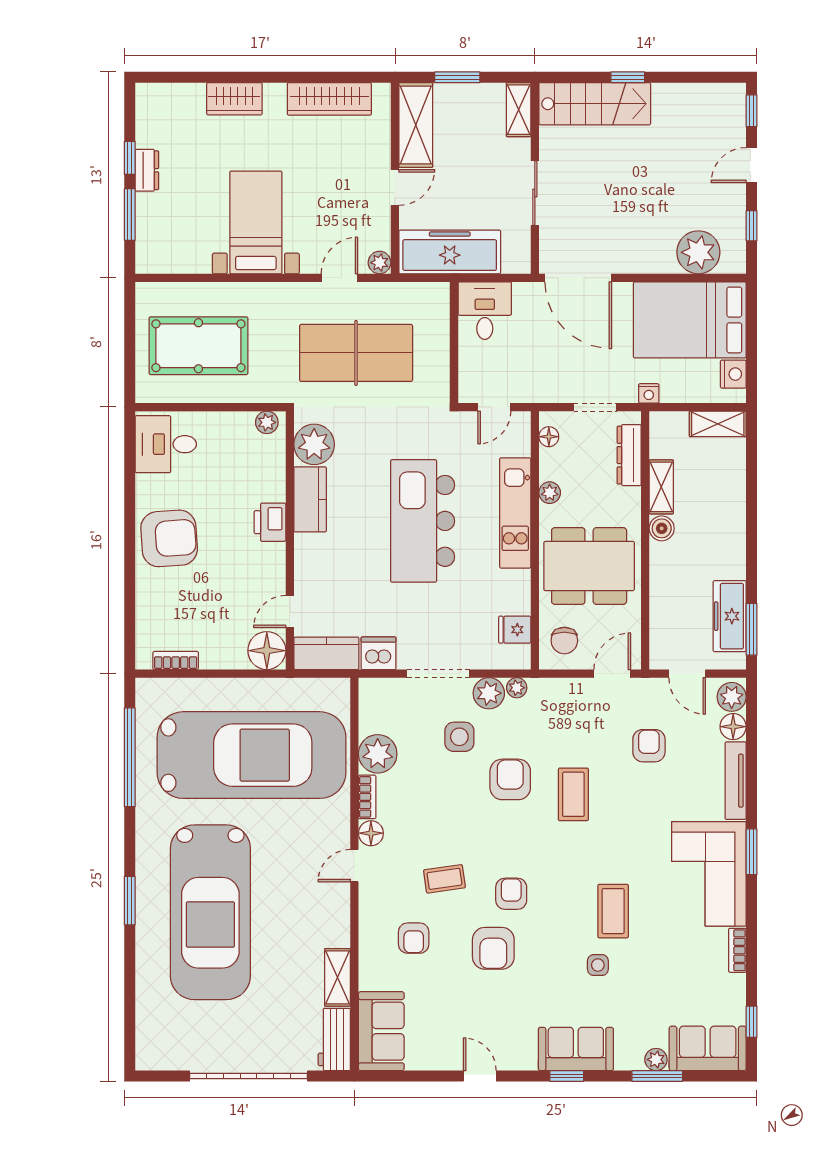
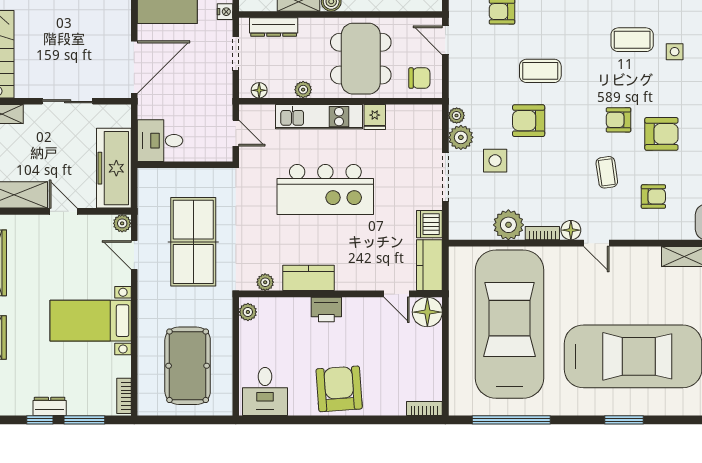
bookcase: (160, 265) -> (124, 396), added
plant: (314, 444) -> (265, 282), width x0.53, depth x0.53
fridge: (515, 630) -> (375, 117), moved
bookcase: (176, 660) -> (424, 409), moved, turned 90

